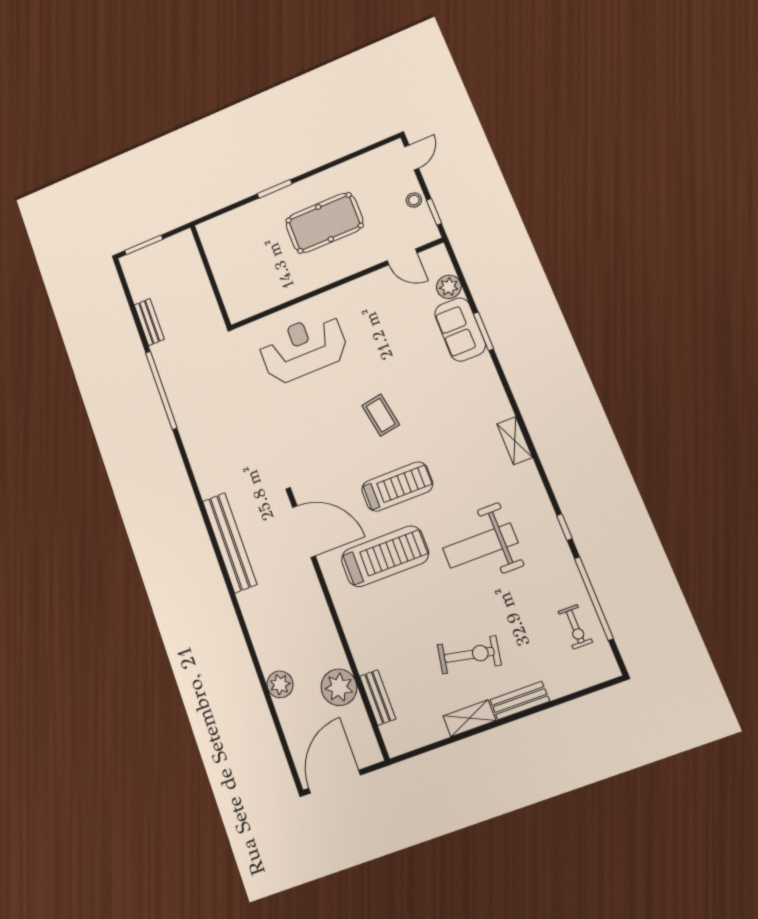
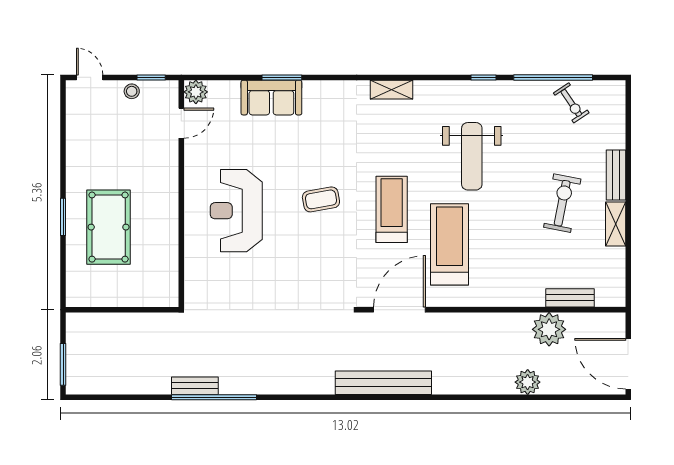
pool table: (324, 223) -> (109, 227), moved
plant: (449, 287) -> (196, 92), moved
bench: (149, 322) -> (195, 386), moved
reception desk: (303, 348) -> (236, 211), moved
exercise bike: (575, 627) -> (571, 103), turned 56

